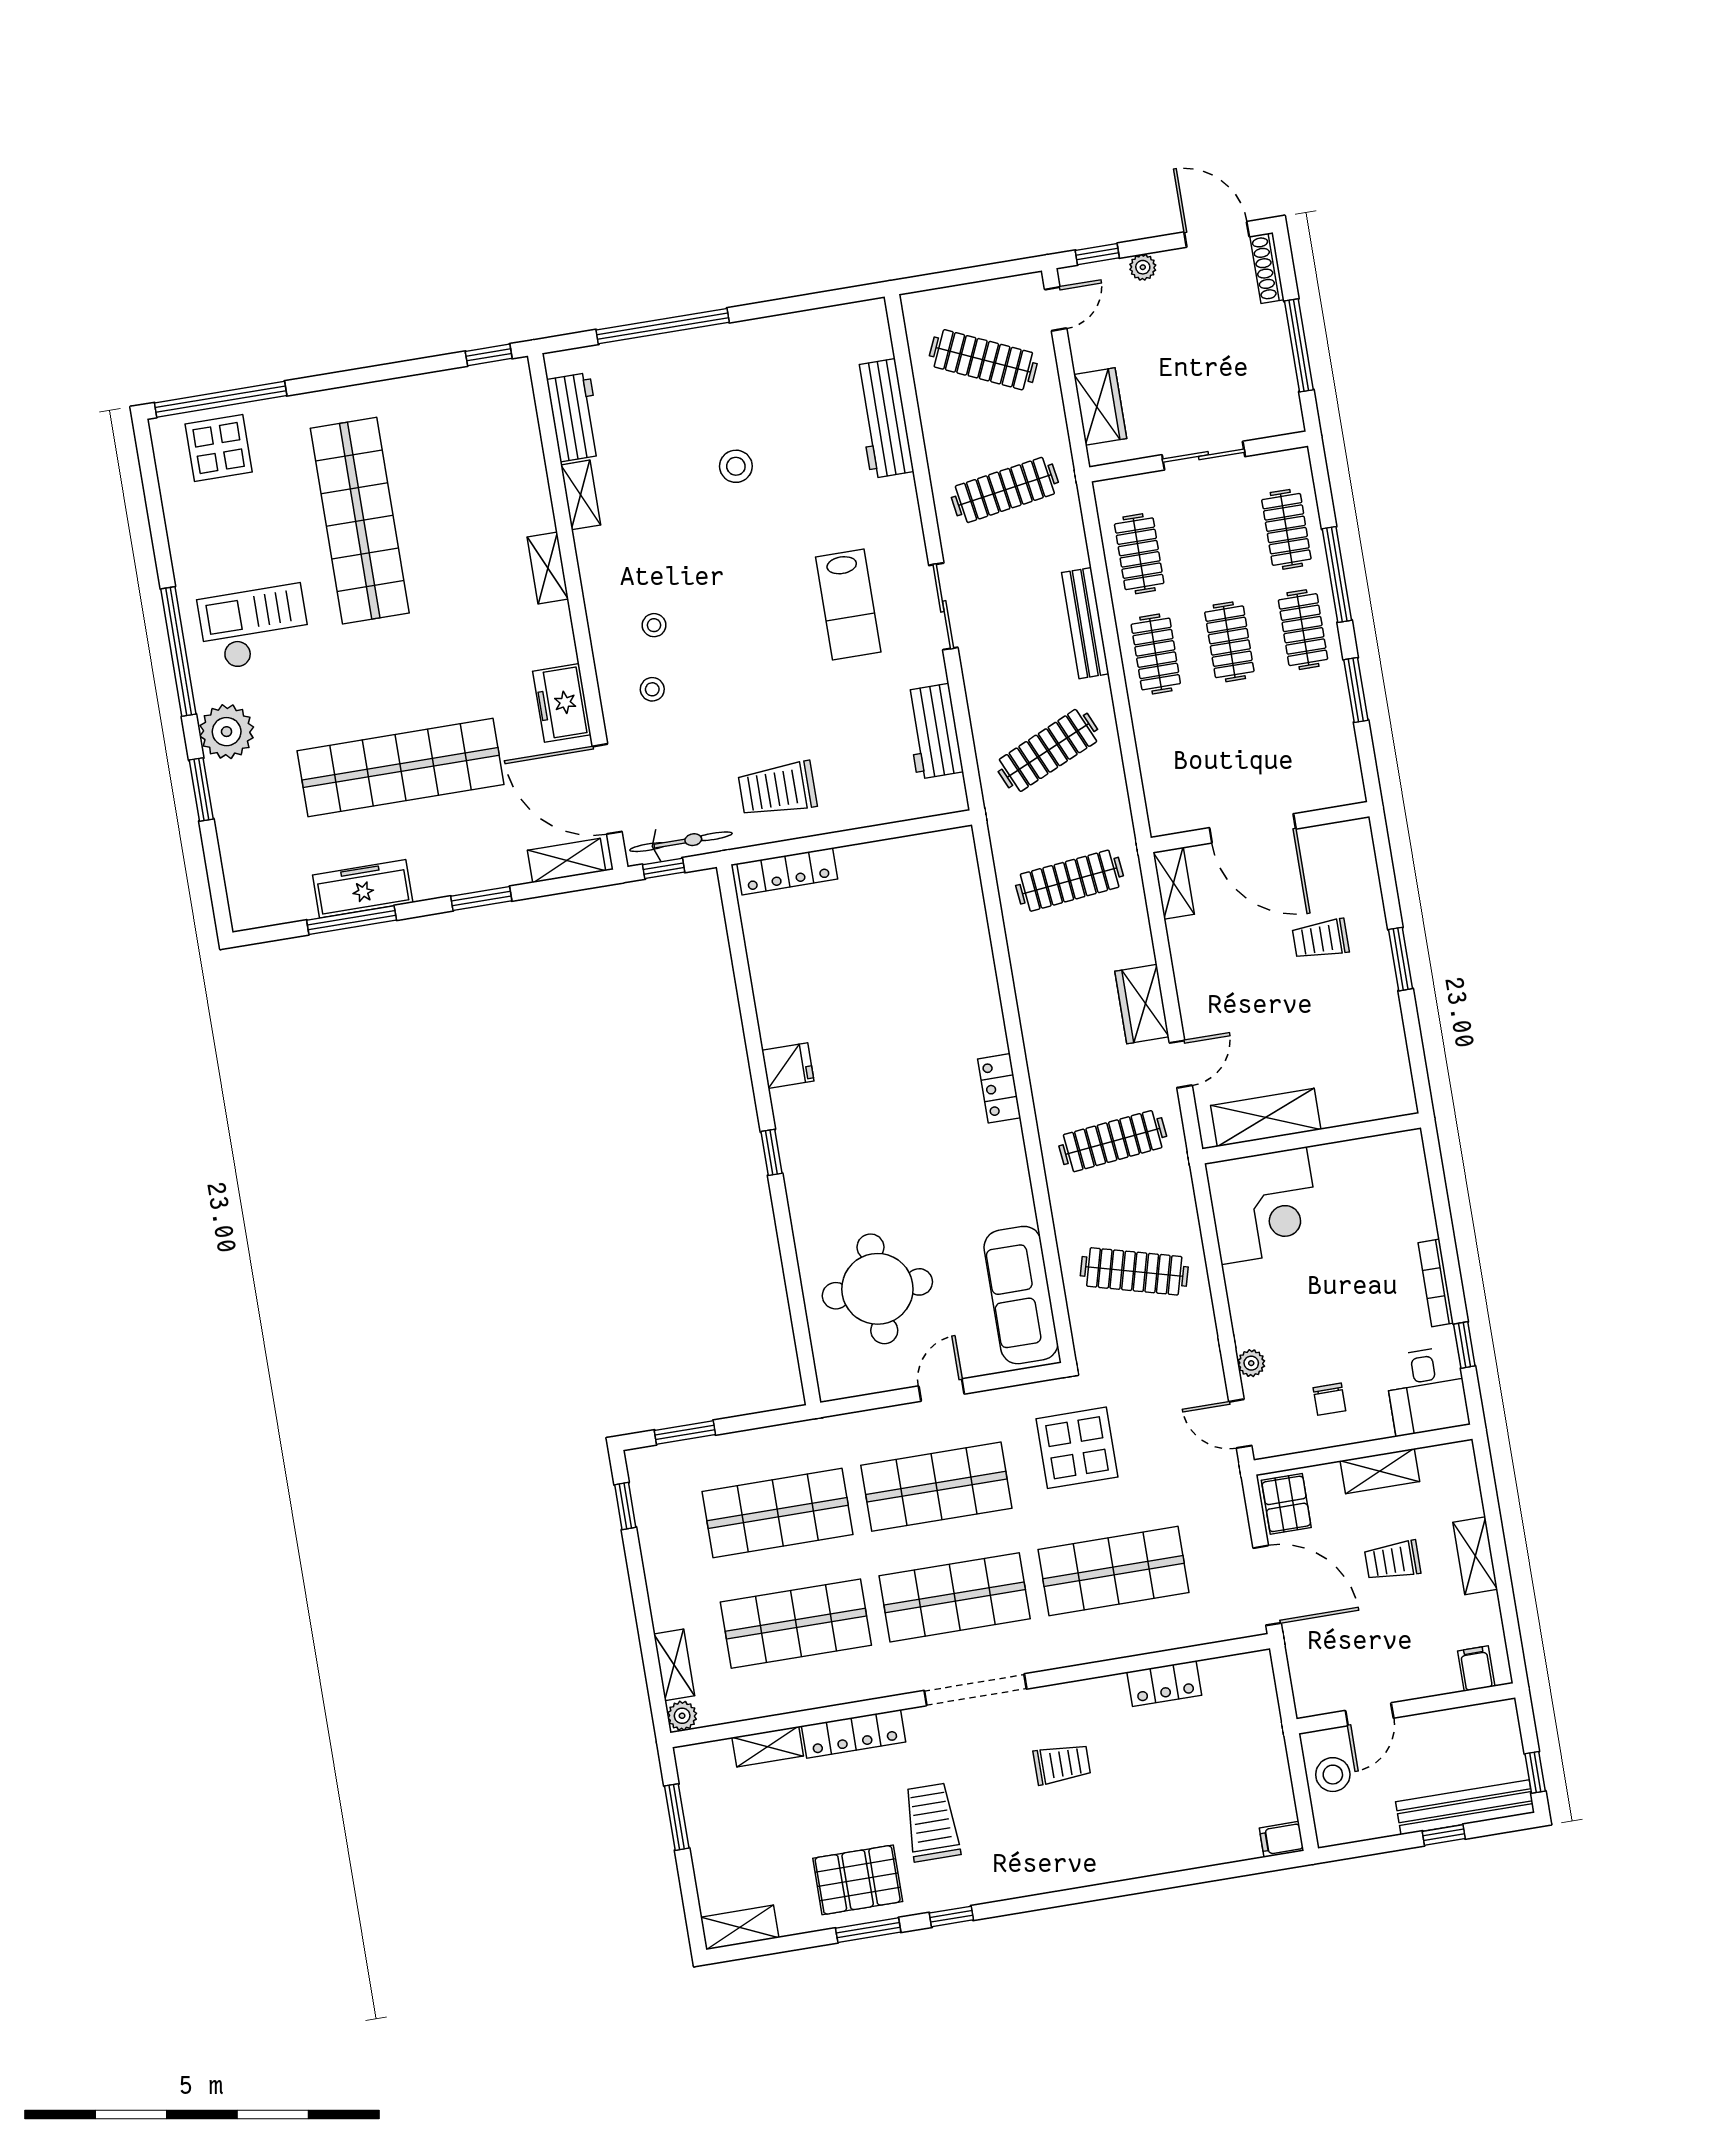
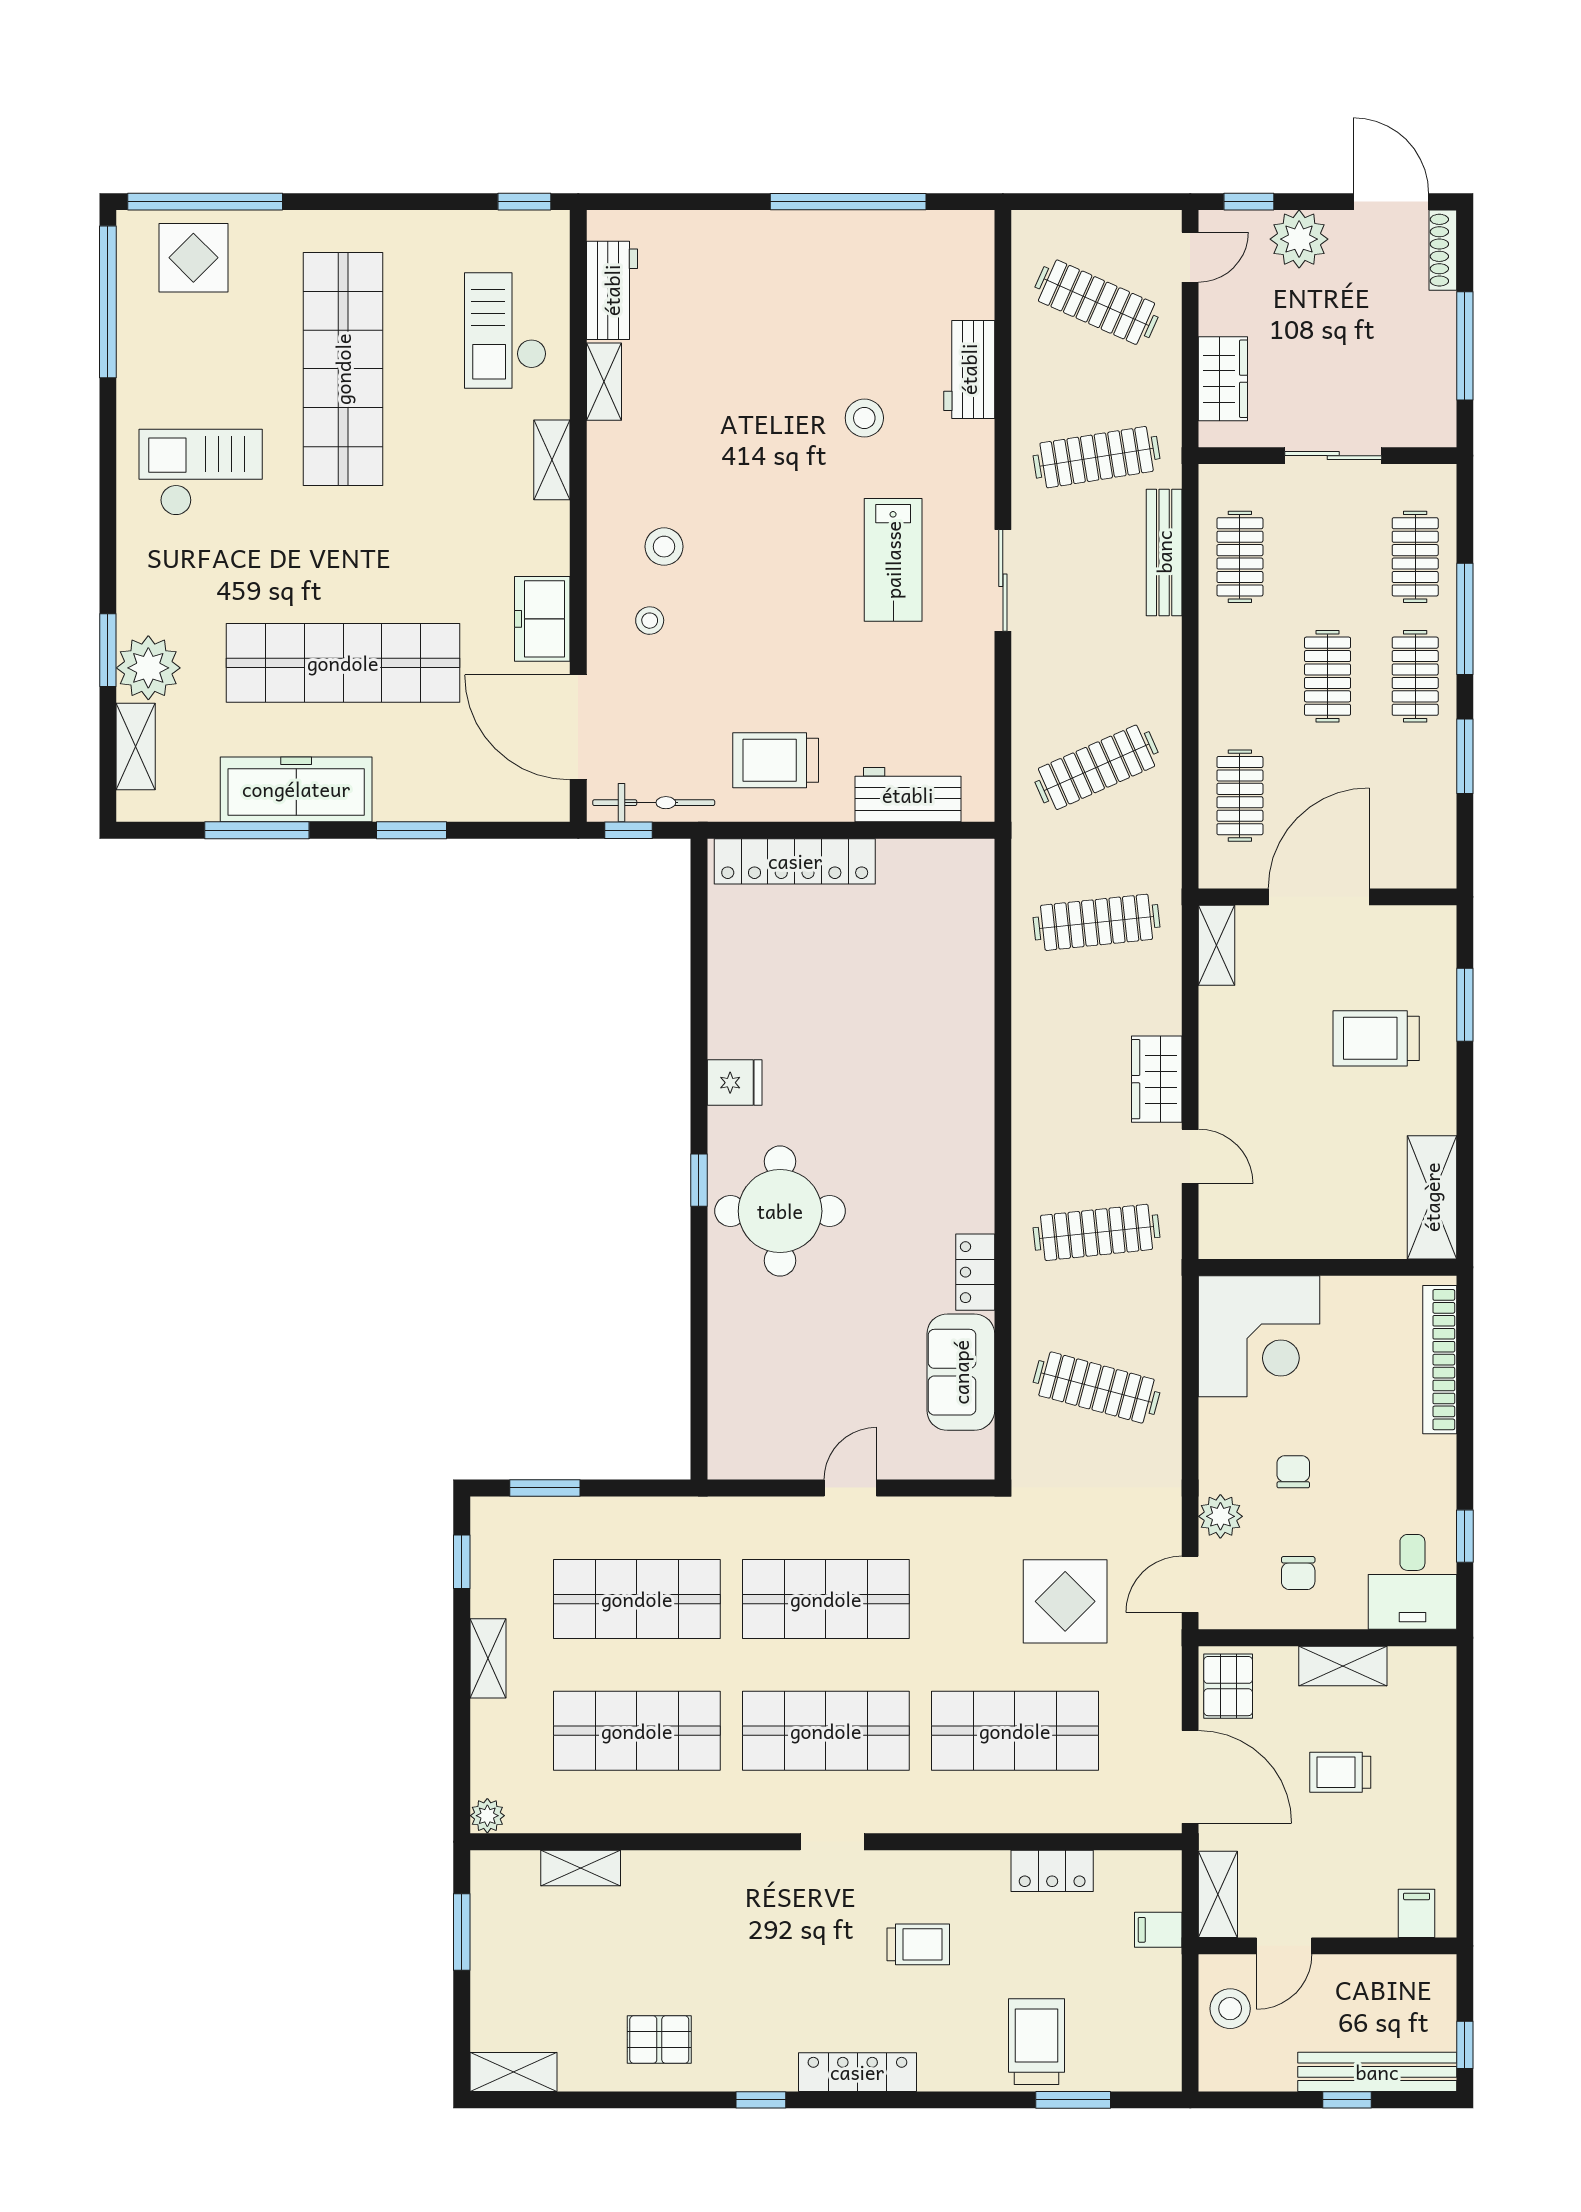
plant: (1143, 267) -> (1299, 239), width x1.87, depth x1.87
window: (663, 326) -> (848, 202), moved
workbench: (883, 419) -> (969, 369), width x0.73
checkout: (491, 466) -> (505, 331), added
stool: (736, 466) -> (864, 418), moved
bench: (1085, 623) -> (1164, 552), moved
stool: (654, 625) -> (664, 547), width x1.37, depth x1.37
window: (178, 652) -> (108, 302), moved
clothes rail: (1156, 654) -> (1240, 796), moved
workbench: (933, 731) -> (908, 795), moved, turned 90
plant: (227, 732) -> (148, 668), moved
door: (1253, 828) -> (1319, 897), swing flipped
shelving: (566, 860) -> (136, 747), moved, turned 90
locker: (787, 871) -> (795, 861), width x1.41, depth x1.21
freezer: (363, 889) -> (296, 789), width x1.36, depth x1.26
trolley: (1321, 939) -> (1376, 1038), width x1.36, depth x1.39
window: (1400, 959) -> (1465, 1005), moved
door: (1181, 1064) -> (1190, 1156), hinge flipped
locker: (999, 1088) -> (975, 1272), moved
shelving: (1266, 1117) -> (1432, 1197), moved, turned 90
bookcase: (1436, 1283) -> (1440, 1360), moved, width x1.48, depth x1.31
round table: (877, 1289) -> (780, 1211), moved
sofa: (1021, 1295) -> (961, 1372), width x0.73
chair: (1311, 1315) -> (1293, 1472), added
plant: (1251, 1363) -> (1220, 1516), width x1.38, depth x1.38
door: (1240, 1424) -> (1190, 1584), hinge flipped
display table: (1077, 1448) -> (1065, 1601), moved
shelving: (1475, 1556) -> (1218, 1894), moved
shelving: (674, 1665) -> (488, 1658), moved
doorway: (975, 1690) -> (832, 1842), width x0.53
locker: (854, 1734) -> (857, 2072), moved, turned 180
trolley: (932, 1822) -> (1037, 2042), moved
filing cabinet: (1282, 1839) -> (1158, 1930), moved
pallet: (858, 1880) -> (659, 2040), width x0.67, depth x0.71
window: (868, 1930) -> (1073, 2100), moved

